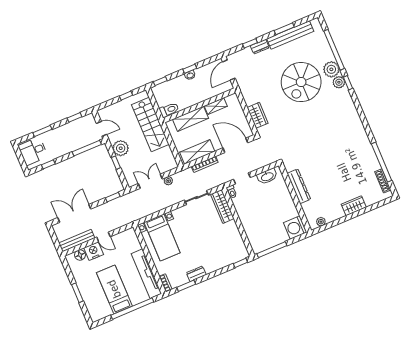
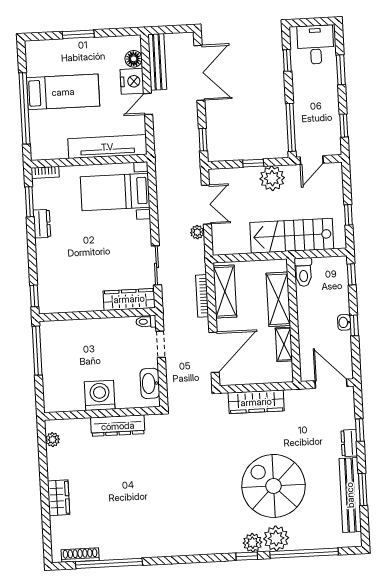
wardrobe: (258, 115) -> (256, 402), width x1.50
washing machine: (295, 228) -> (100, 395), moved
tv unit: (146, 274) -> (107, 147), moved

